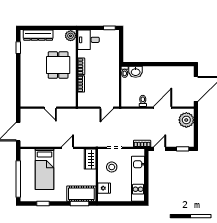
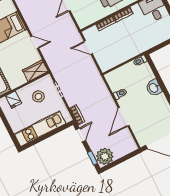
washbasin: (136, 72) -> (154, 88), moved
door: (107, 108) -> (88, 48), moved
door: (163, 108) -> (124, 117), swing flipped
plant: (186, 120) -> (105, 156), moved
door: (160, 149) -> (81, 135), hinge flipped

